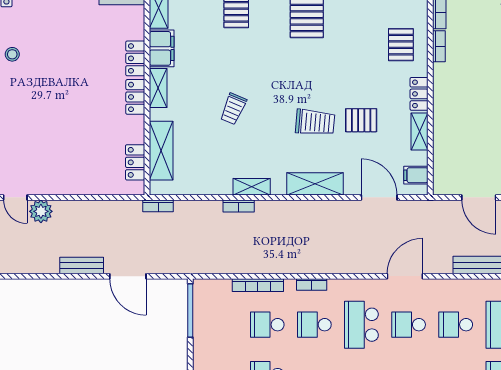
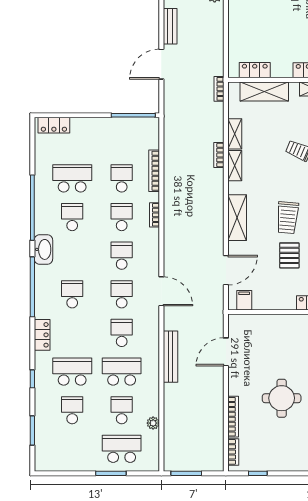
shelving: (419, 132) -> (235, 134), moved, turned 90
school desk: (361, 325) -> (122, 256), width x0.54

